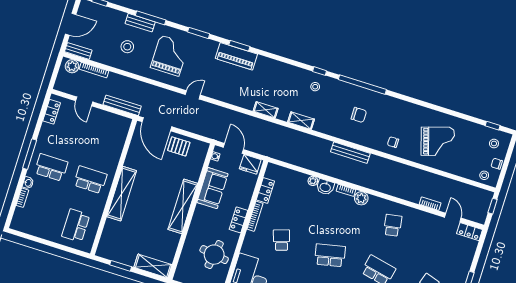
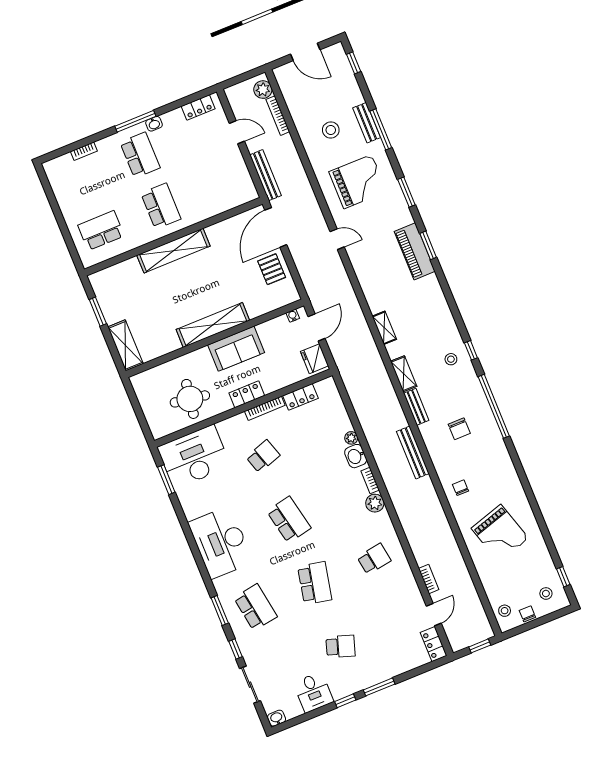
bench: (78, 51) -> (416, 407), moved
door: (84, 101) -> (237, 132), swing flipped
washbasin: (28, 183) -> (154, 124), moved
sofa: (212, 188) -> (236, 349), moved

